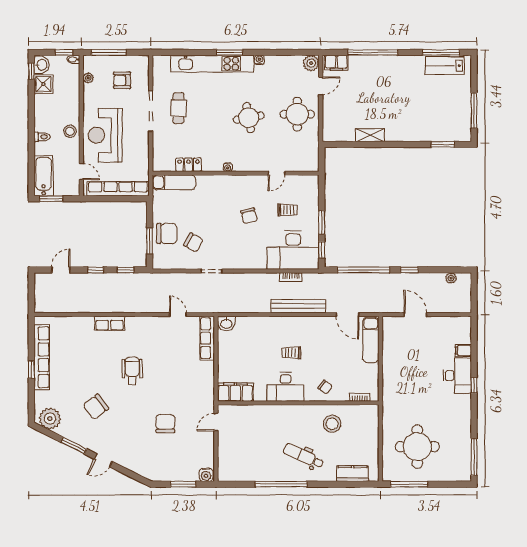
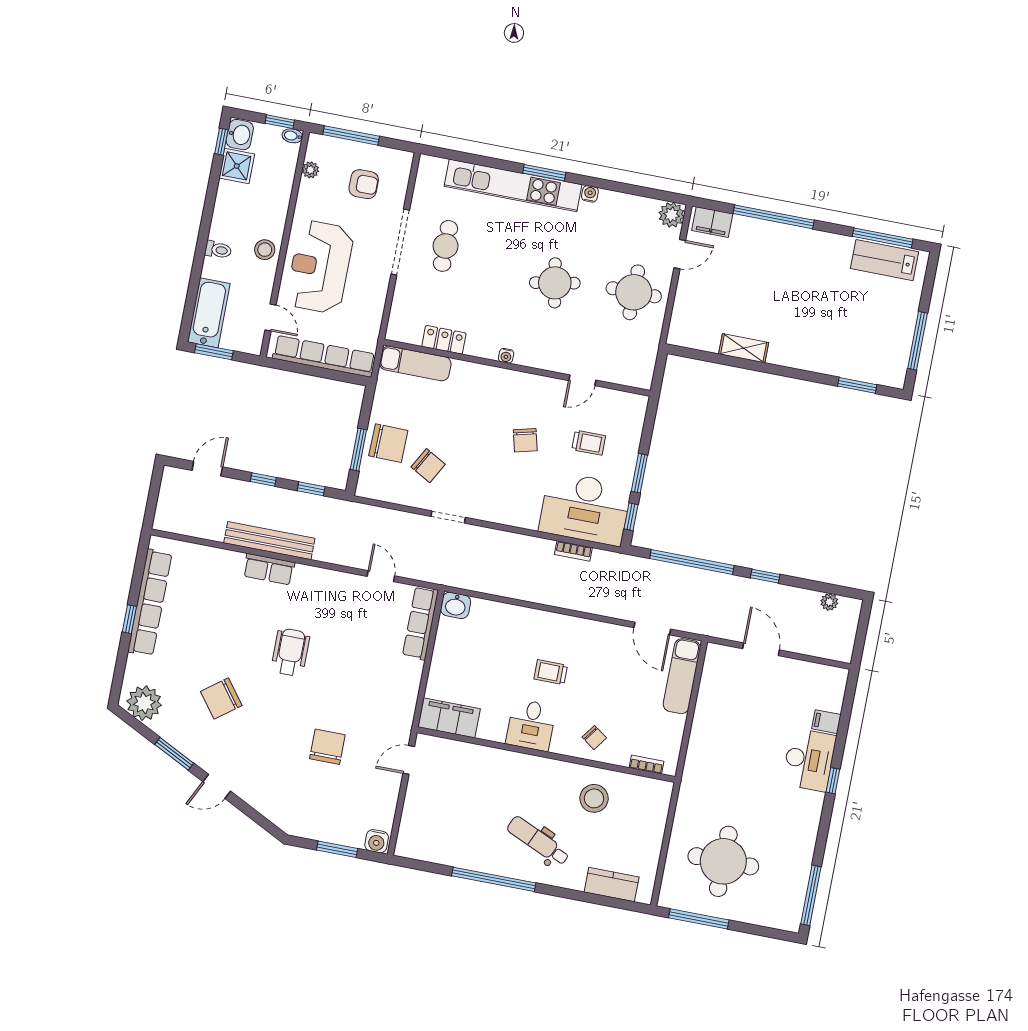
armchair: (122, 80) -> (364, 184), turned 180
bench: (298, 306) -> (269, 541), moved
desk: (286, 387) -> (531, 725), width x0.73

